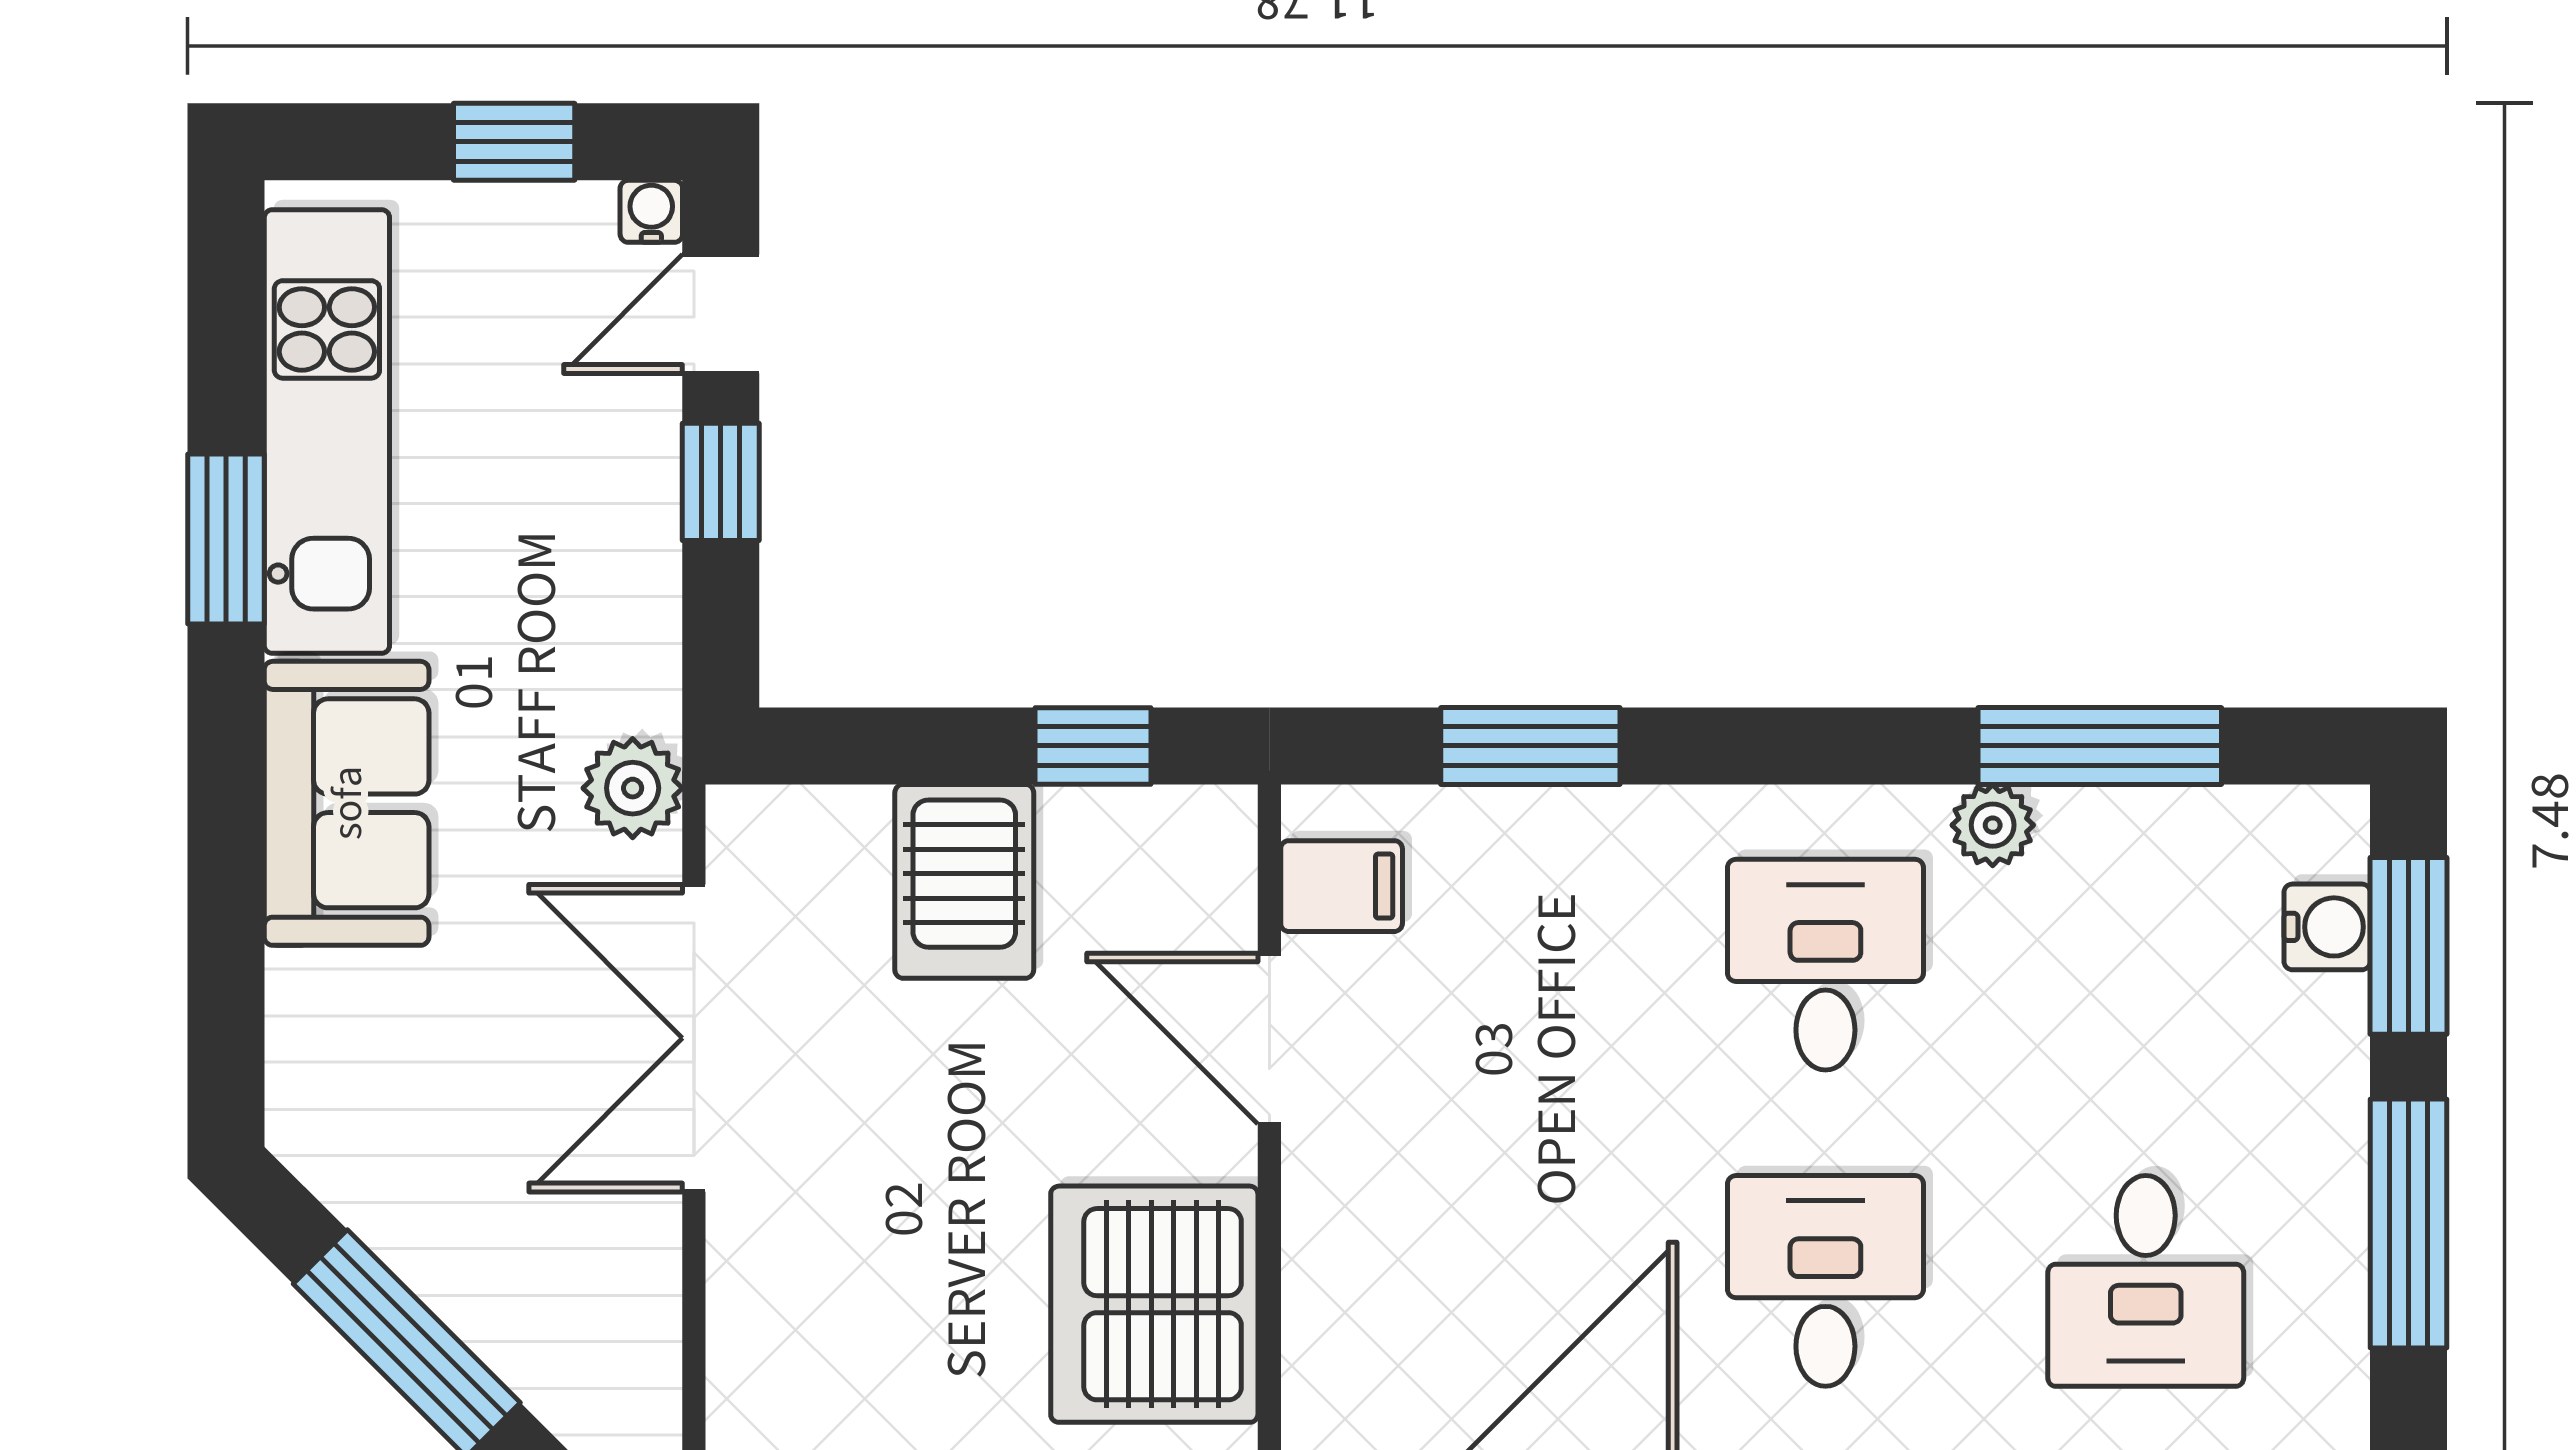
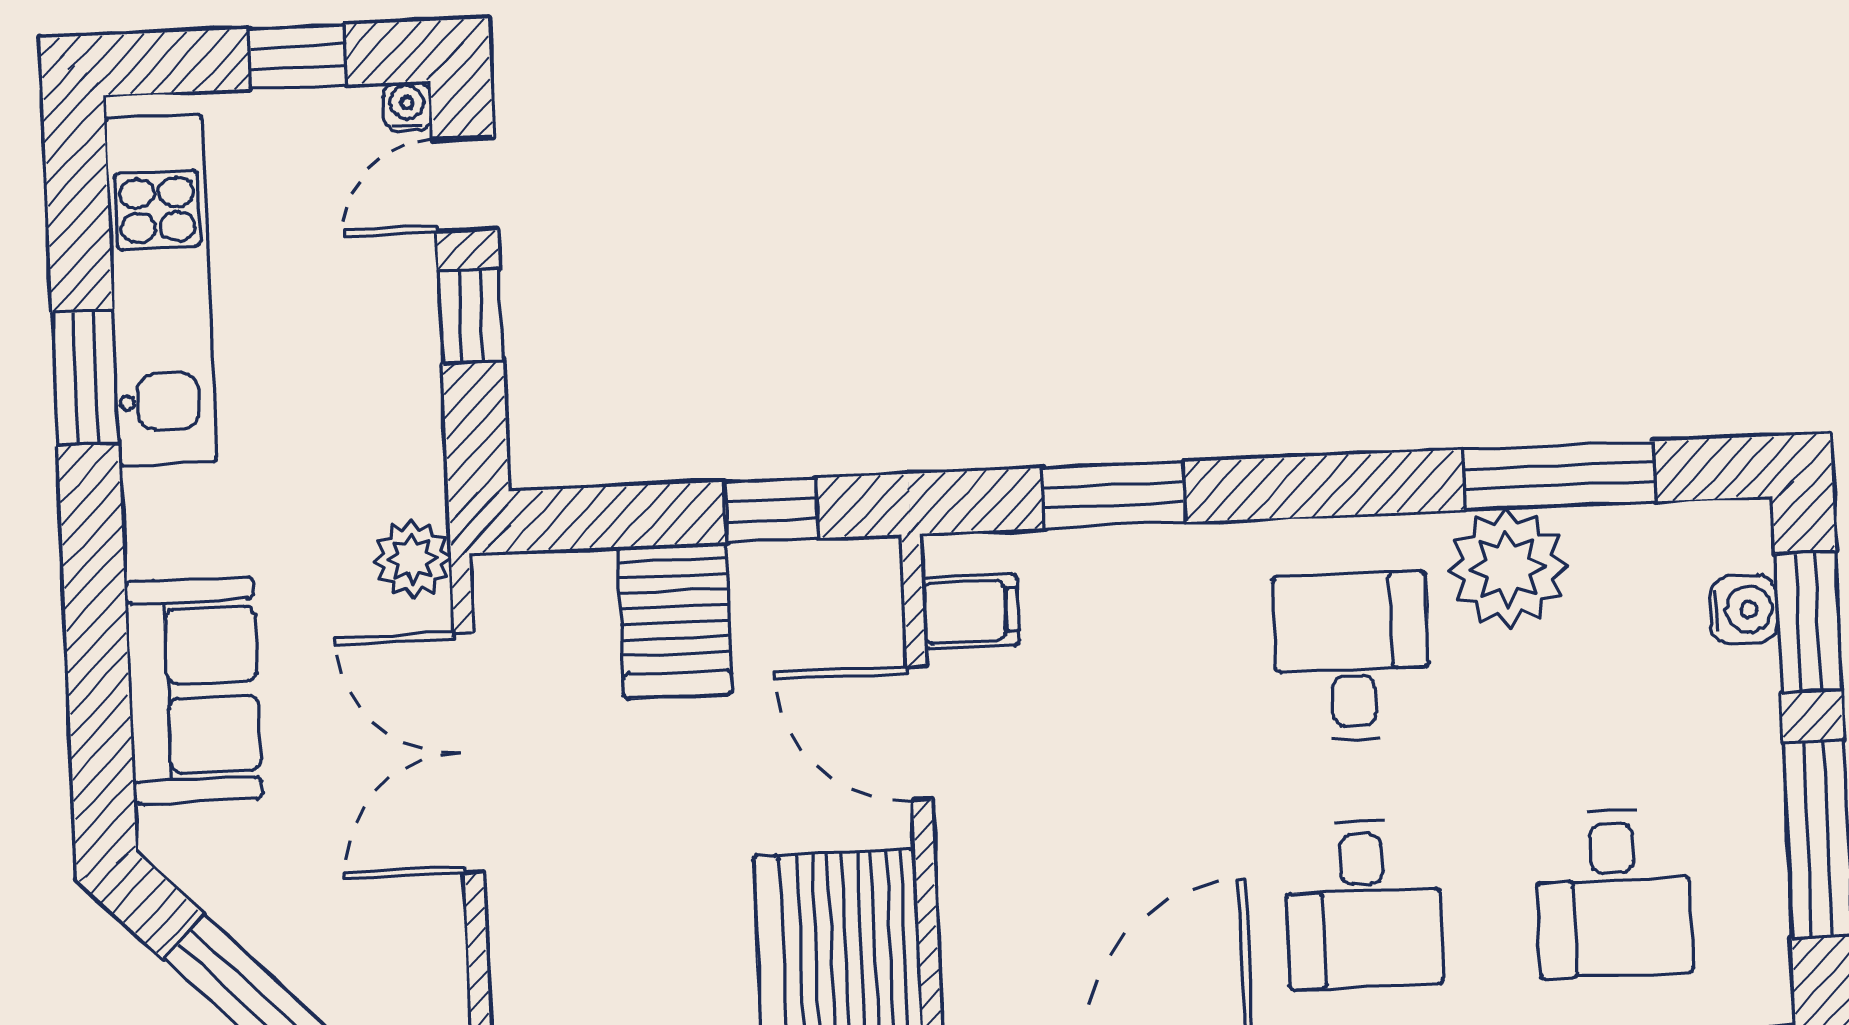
sofa: (347, 803) -> (194, 690), moved
plant: (1993, 825) -> (1508, 568), width x1.87, depth x1.87
desk: (1825, 1281) -> (1363, 904), turned 180

